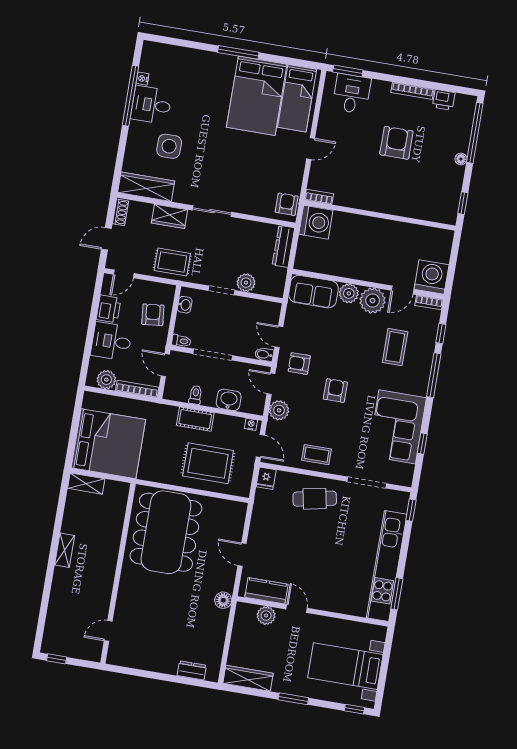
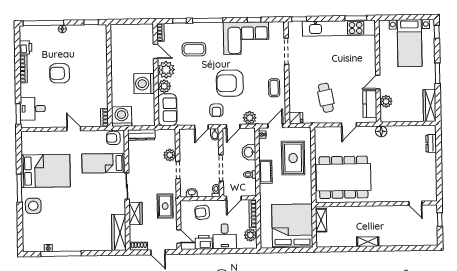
bed: (297, 98) -> (103, 163), moved, turned 180
desk: (151, 105) -> (65, 239), removed
side table: (169, 146) -> (33, 206), moved
washing machine: (432, 277) -> (144, 84), moved
armchair: (335, 391) -> (230, 83), width x1.88, depth x1.88
shelving: (86, 484) -> (321, 220), moved
cafe table: (315, 499) -> (326, 98), moved
window: (57, 659) -> (440, 220), moved

